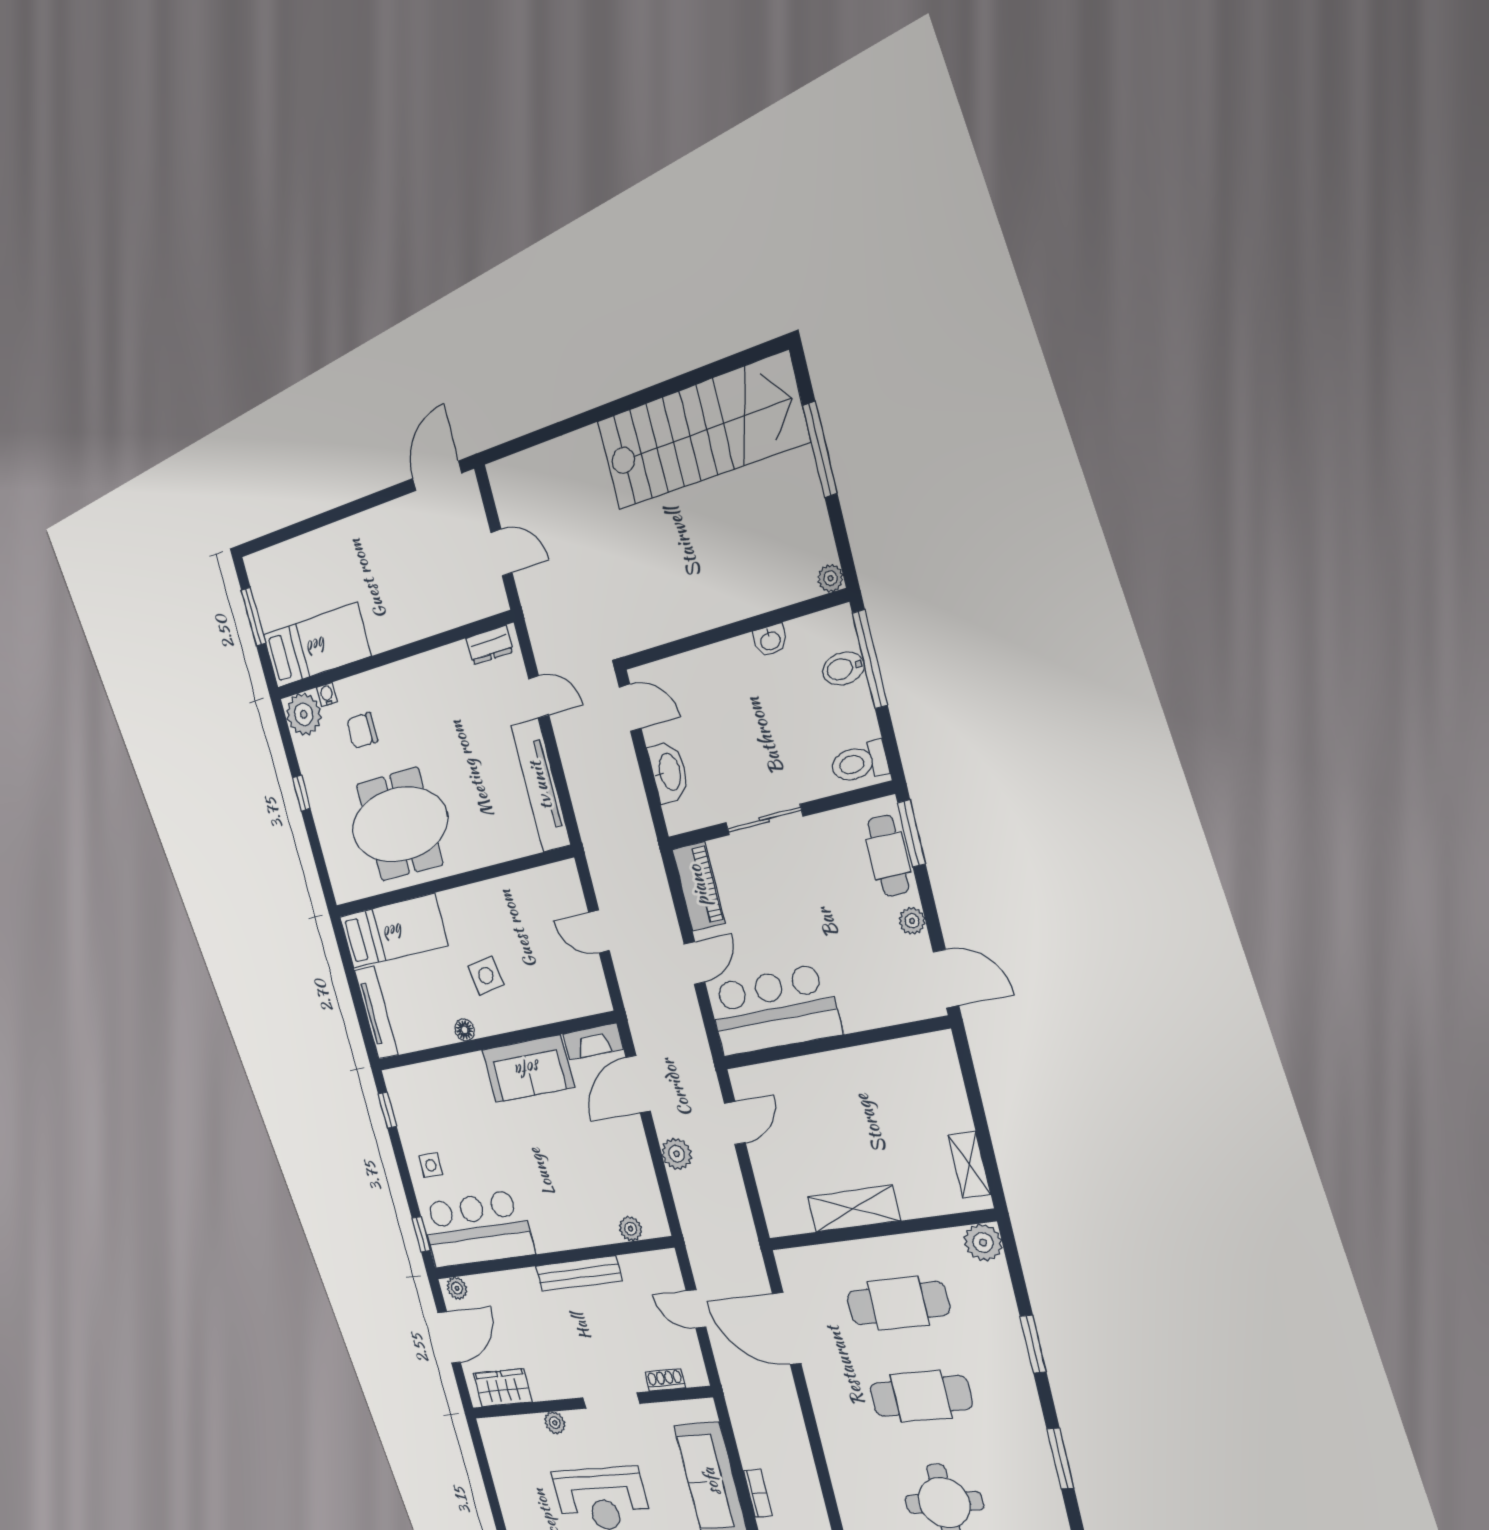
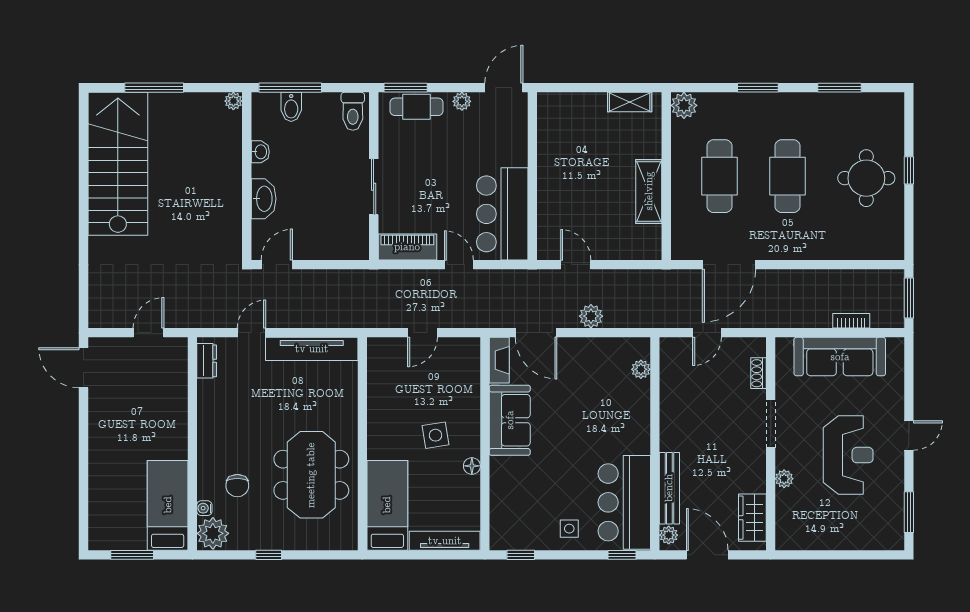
washbasin: (669, 772) -> (264, 199), moved, turned 90
bench: (579, 1274) -> (669, 488), moved

